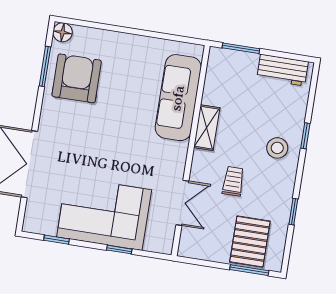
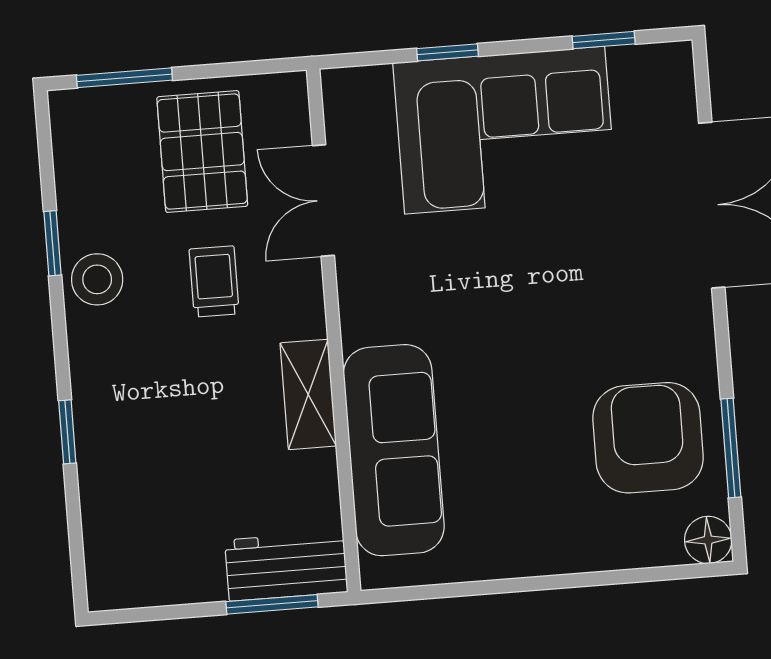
workbench: (283, 70) -> (286, 566), moved
armchair: (77, 78) -> (648, 438), turned 180
stool: (277, 148) -> (97, 279), moved
trolley: (233, 181) -> (214, 281), turned 180
pallet: (250, 242) -> (202, 152), moved

